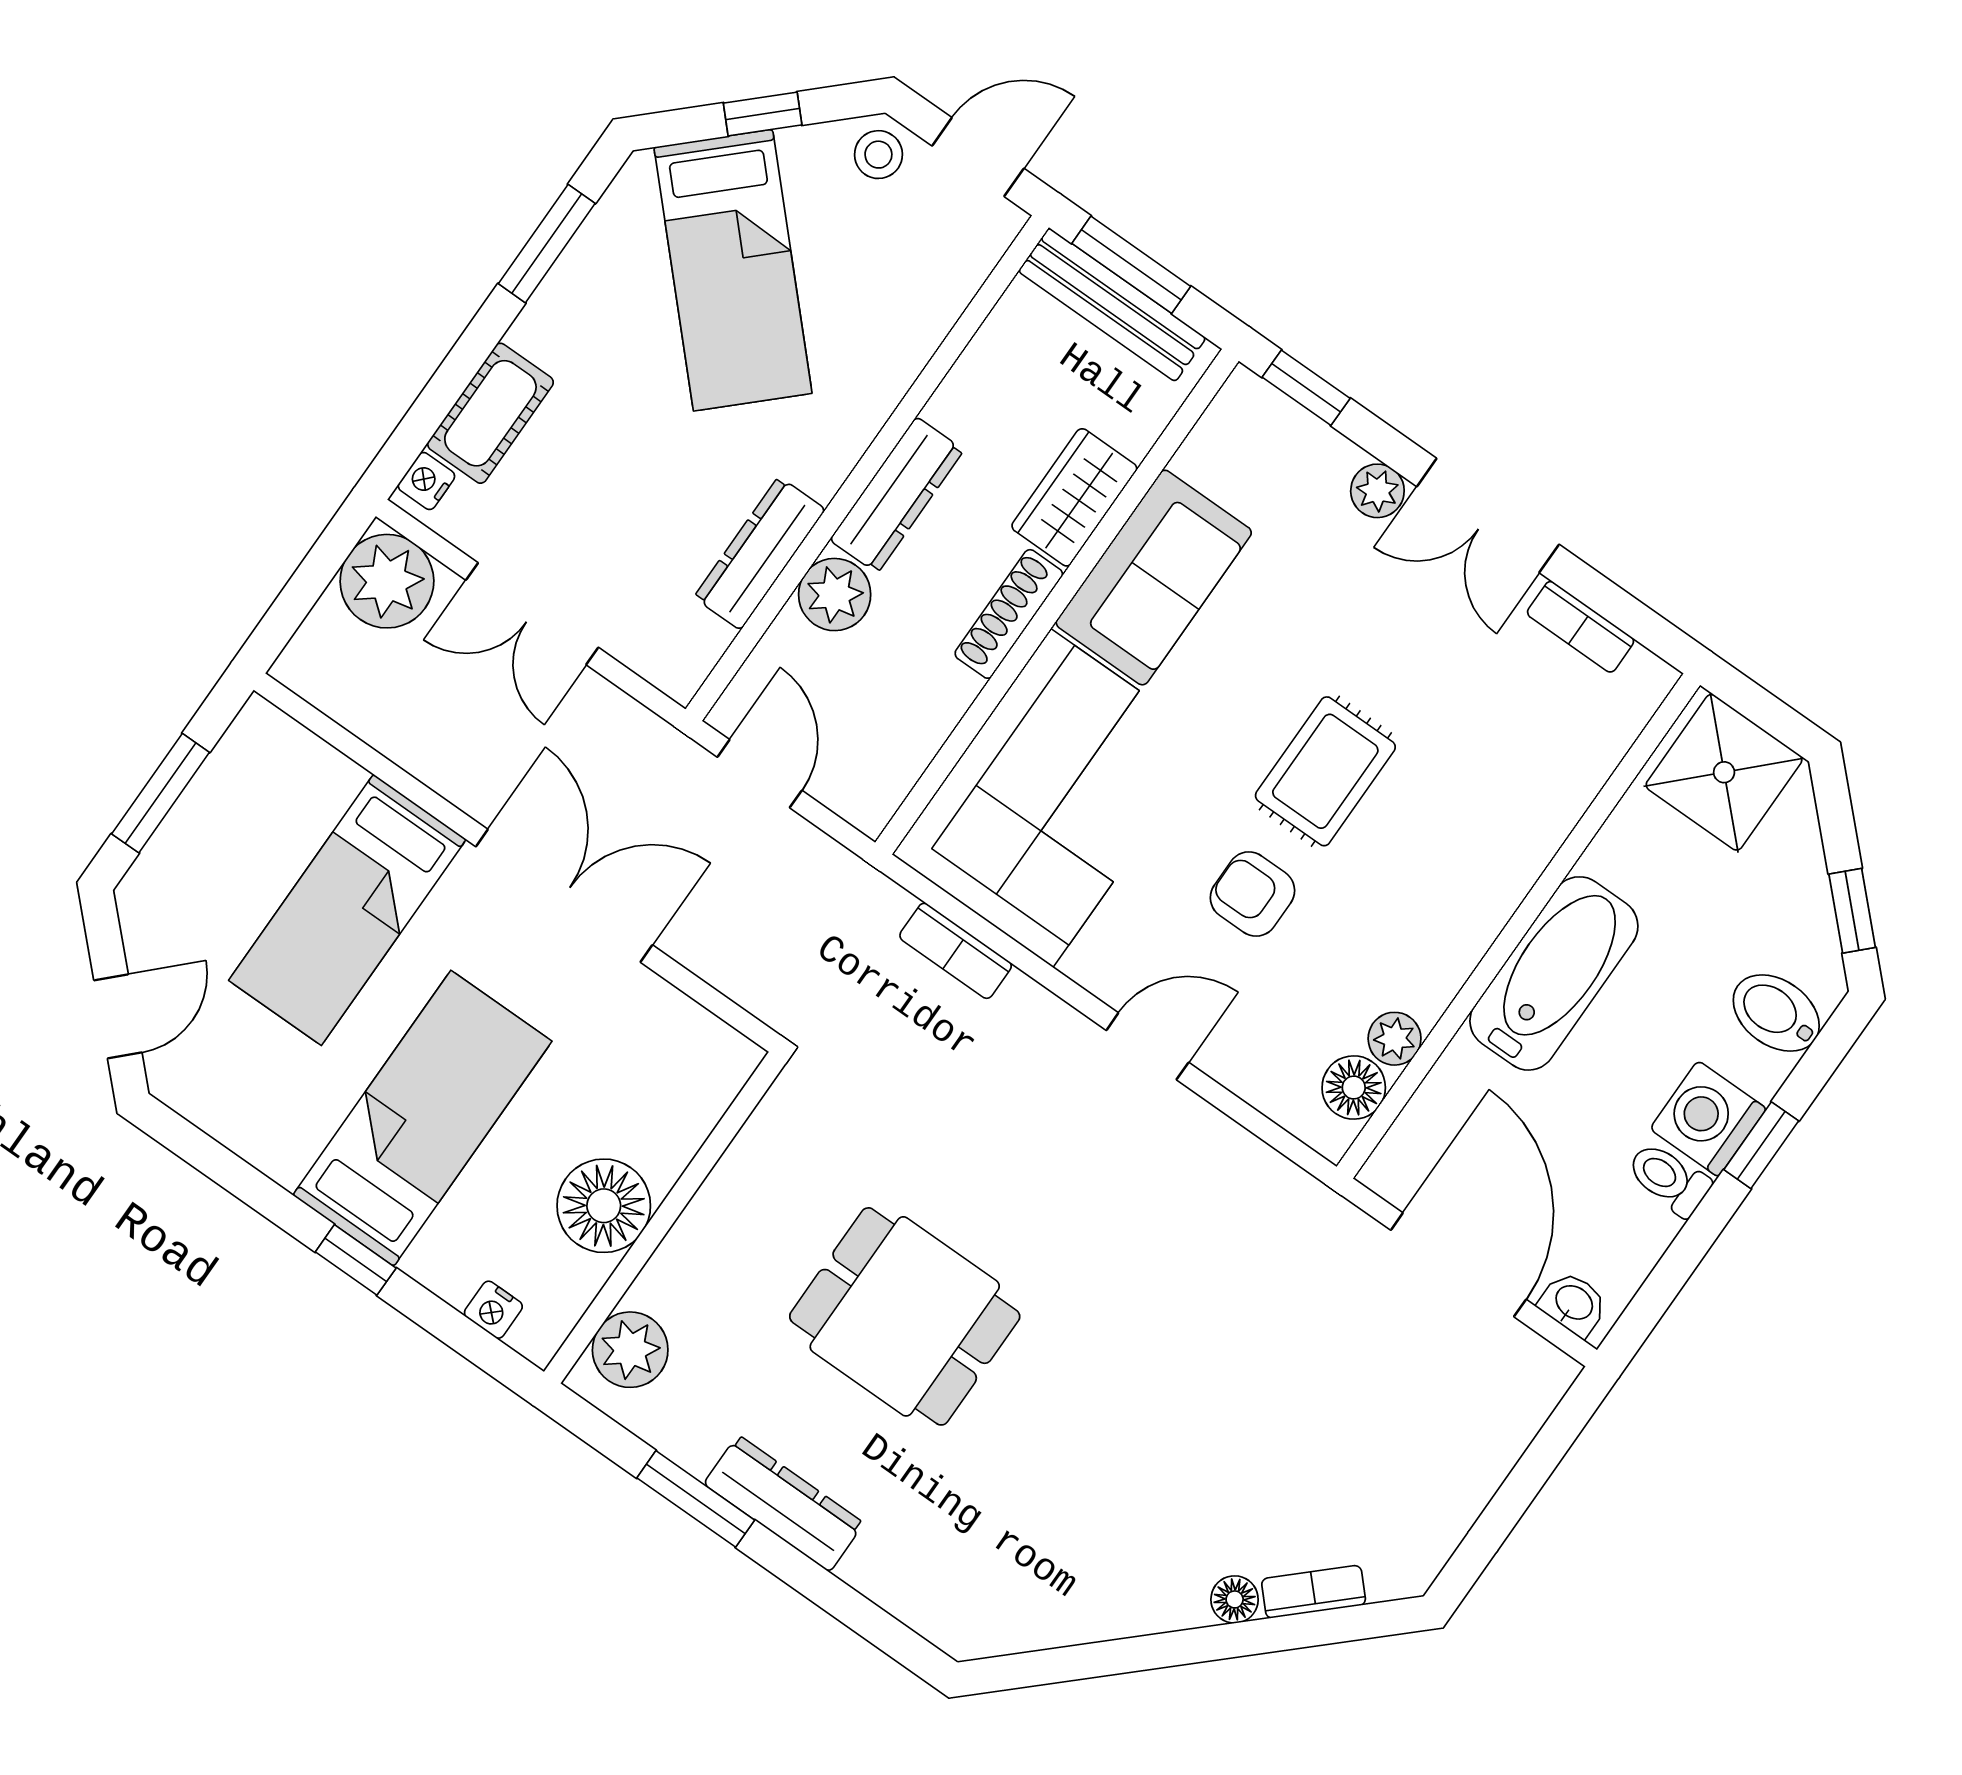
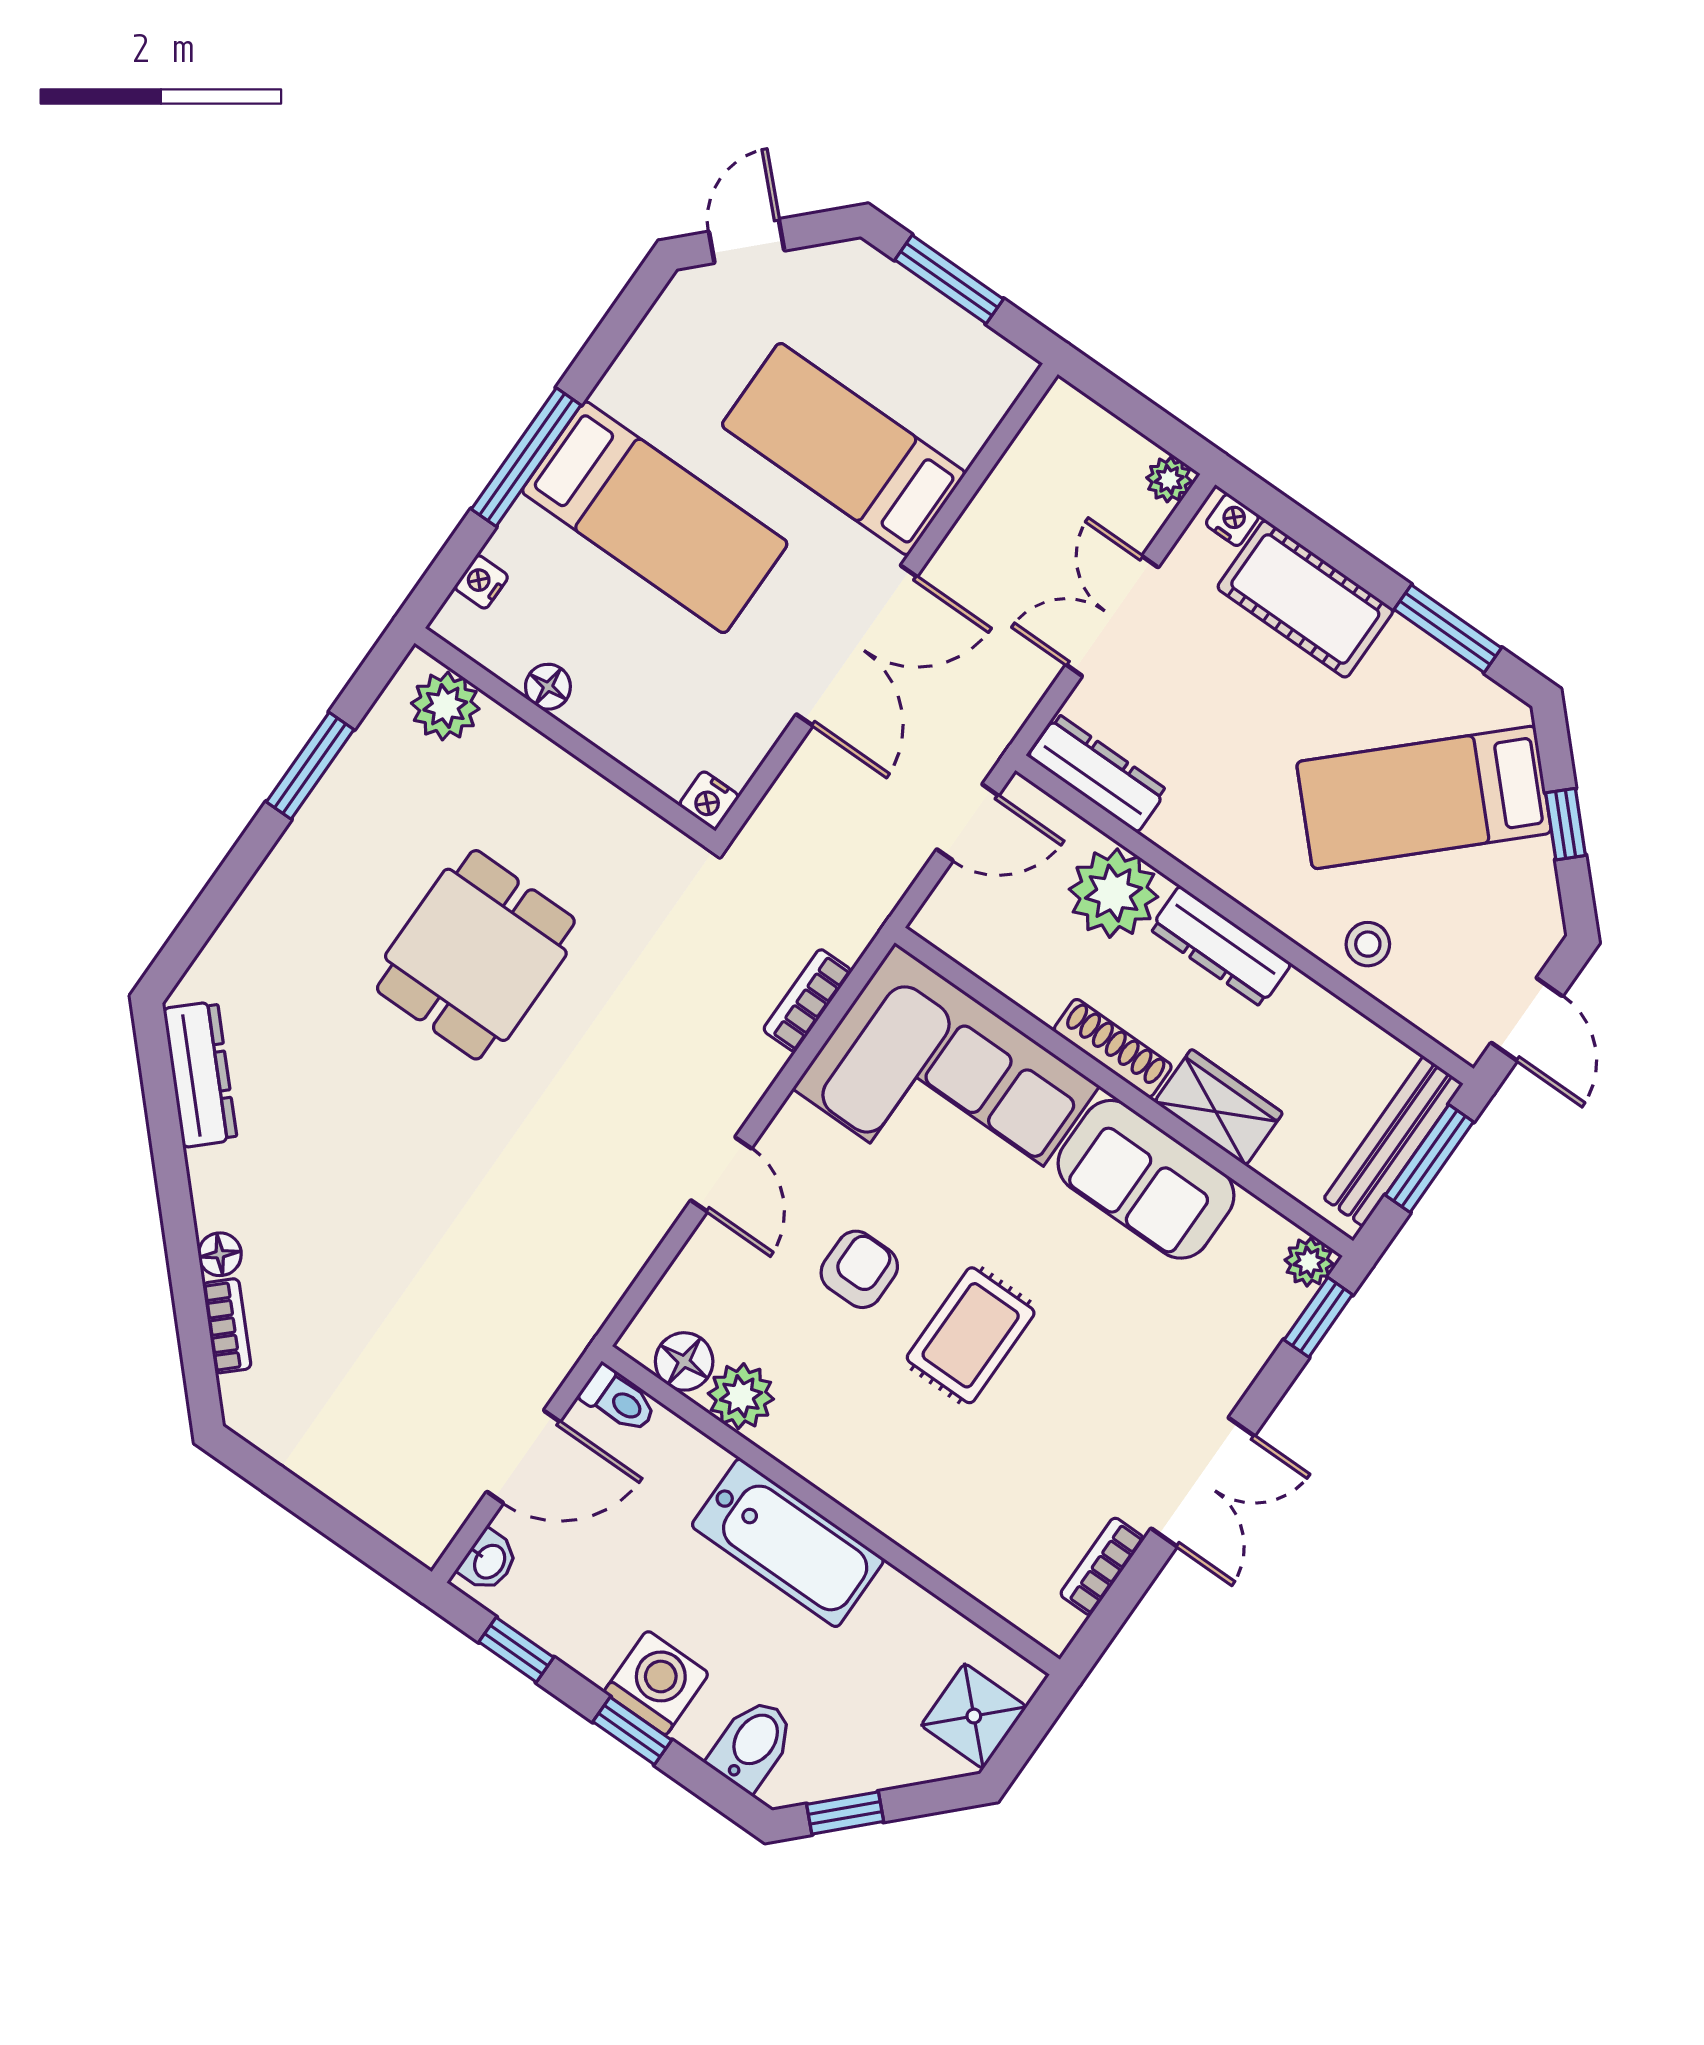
stool: (878, 155) -> (1368, 944), moved
cot: (490, 413) -> (1305, 599), width x1.37, depth x1.34
plant: (1377, 491) -> (1309, 1262), moved
double door: (1488, 515) -> (1203, 1482), swing flipped
dresser: (760, 553) -> (1098, 773), moved
plant: (387, 581) -> (1169, 479), width x0.53, depth x0.53
plant: (835, 595) -> (1113, 893), width x1.36, depth x1.36
rug: (1325, 771) -> (971, 1335), turned 90
shower: (1724, 772) -> (974, 1716), width x0.73, depth x0.73
door: (118, 1016) -> (747, 241), swing flipped
plant: (1395, 1039) -> (741, 1396), width x1.38, depth x1.38
nightstand: (735, 1059) -> (709, 801), added
toilet: (1669, 1179) -> (618, 1400), moved, turned 90
floor lamp: (604, 1206) -> (548, 687), width x0.53, depth x0.53
window: (356, 1260) -> (526, 457), width x2.17
door: (1458, 1265) -> (523, 1457), width x0.73
window: (1671, 1273) -> (516, 1650), added
dresser: (784, 1503) -> (200, 1074), moved, turned -43

